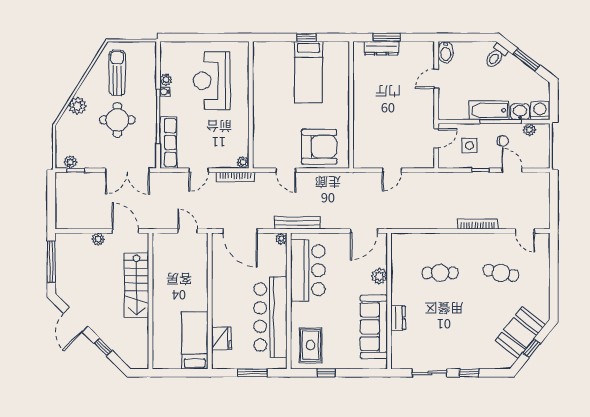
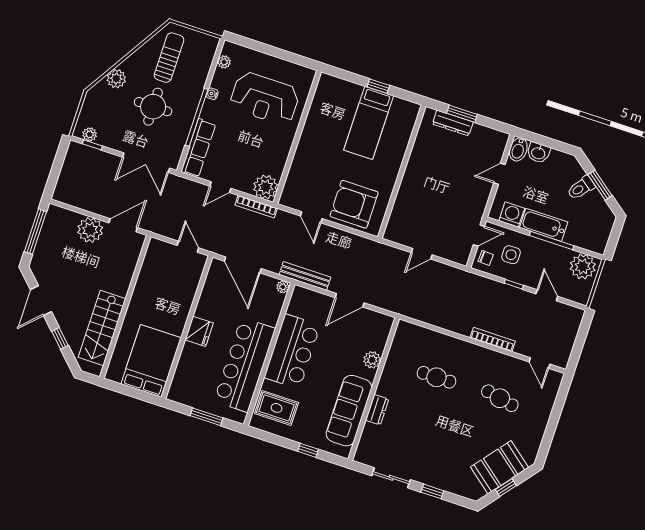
toilet: (496, 56) -> (581, 188), moved
plant: (166, 80) -> (224, 62), moved
reception desk: (212, 81) -> (265, 99), turned -90
washing machine: (540, 110) -> (512, 215), moved
washbasin: (520, 112) -> (538, 153), moved, turned 180
plant: (529, 130) -> (583, 267), width x1.87, depth x1.87
chair: (503, 141) -> (486, 258), moved
armchair: (319, 147) -> (354, 204), turned 180
plant: (243, 162) -> (266, 187), width x1.87, depth x1.87
door: (125, 231) -> (123, 225), hinge flipped
door: (364, 231) -> (350, 300), moved
plant: (98, 239) -> (90, 230), width x1.88, depth x1.88
bar counter: (308, 270) -> (292, 351), moved
stairs: (136, 285) -> (102, 328), moved
fridge: (221, 338) -> (199, 331), moved
bed: (195, 340) -> (151, 361), width x1.50
rug: (310, 345) -> (277, 408), turned 90
window: (326, 373) -> (308, 450), moved

